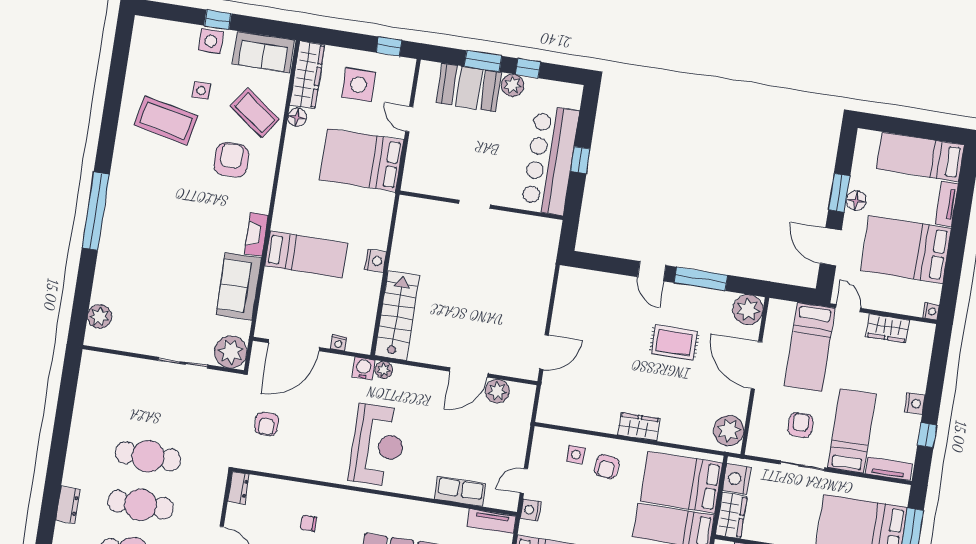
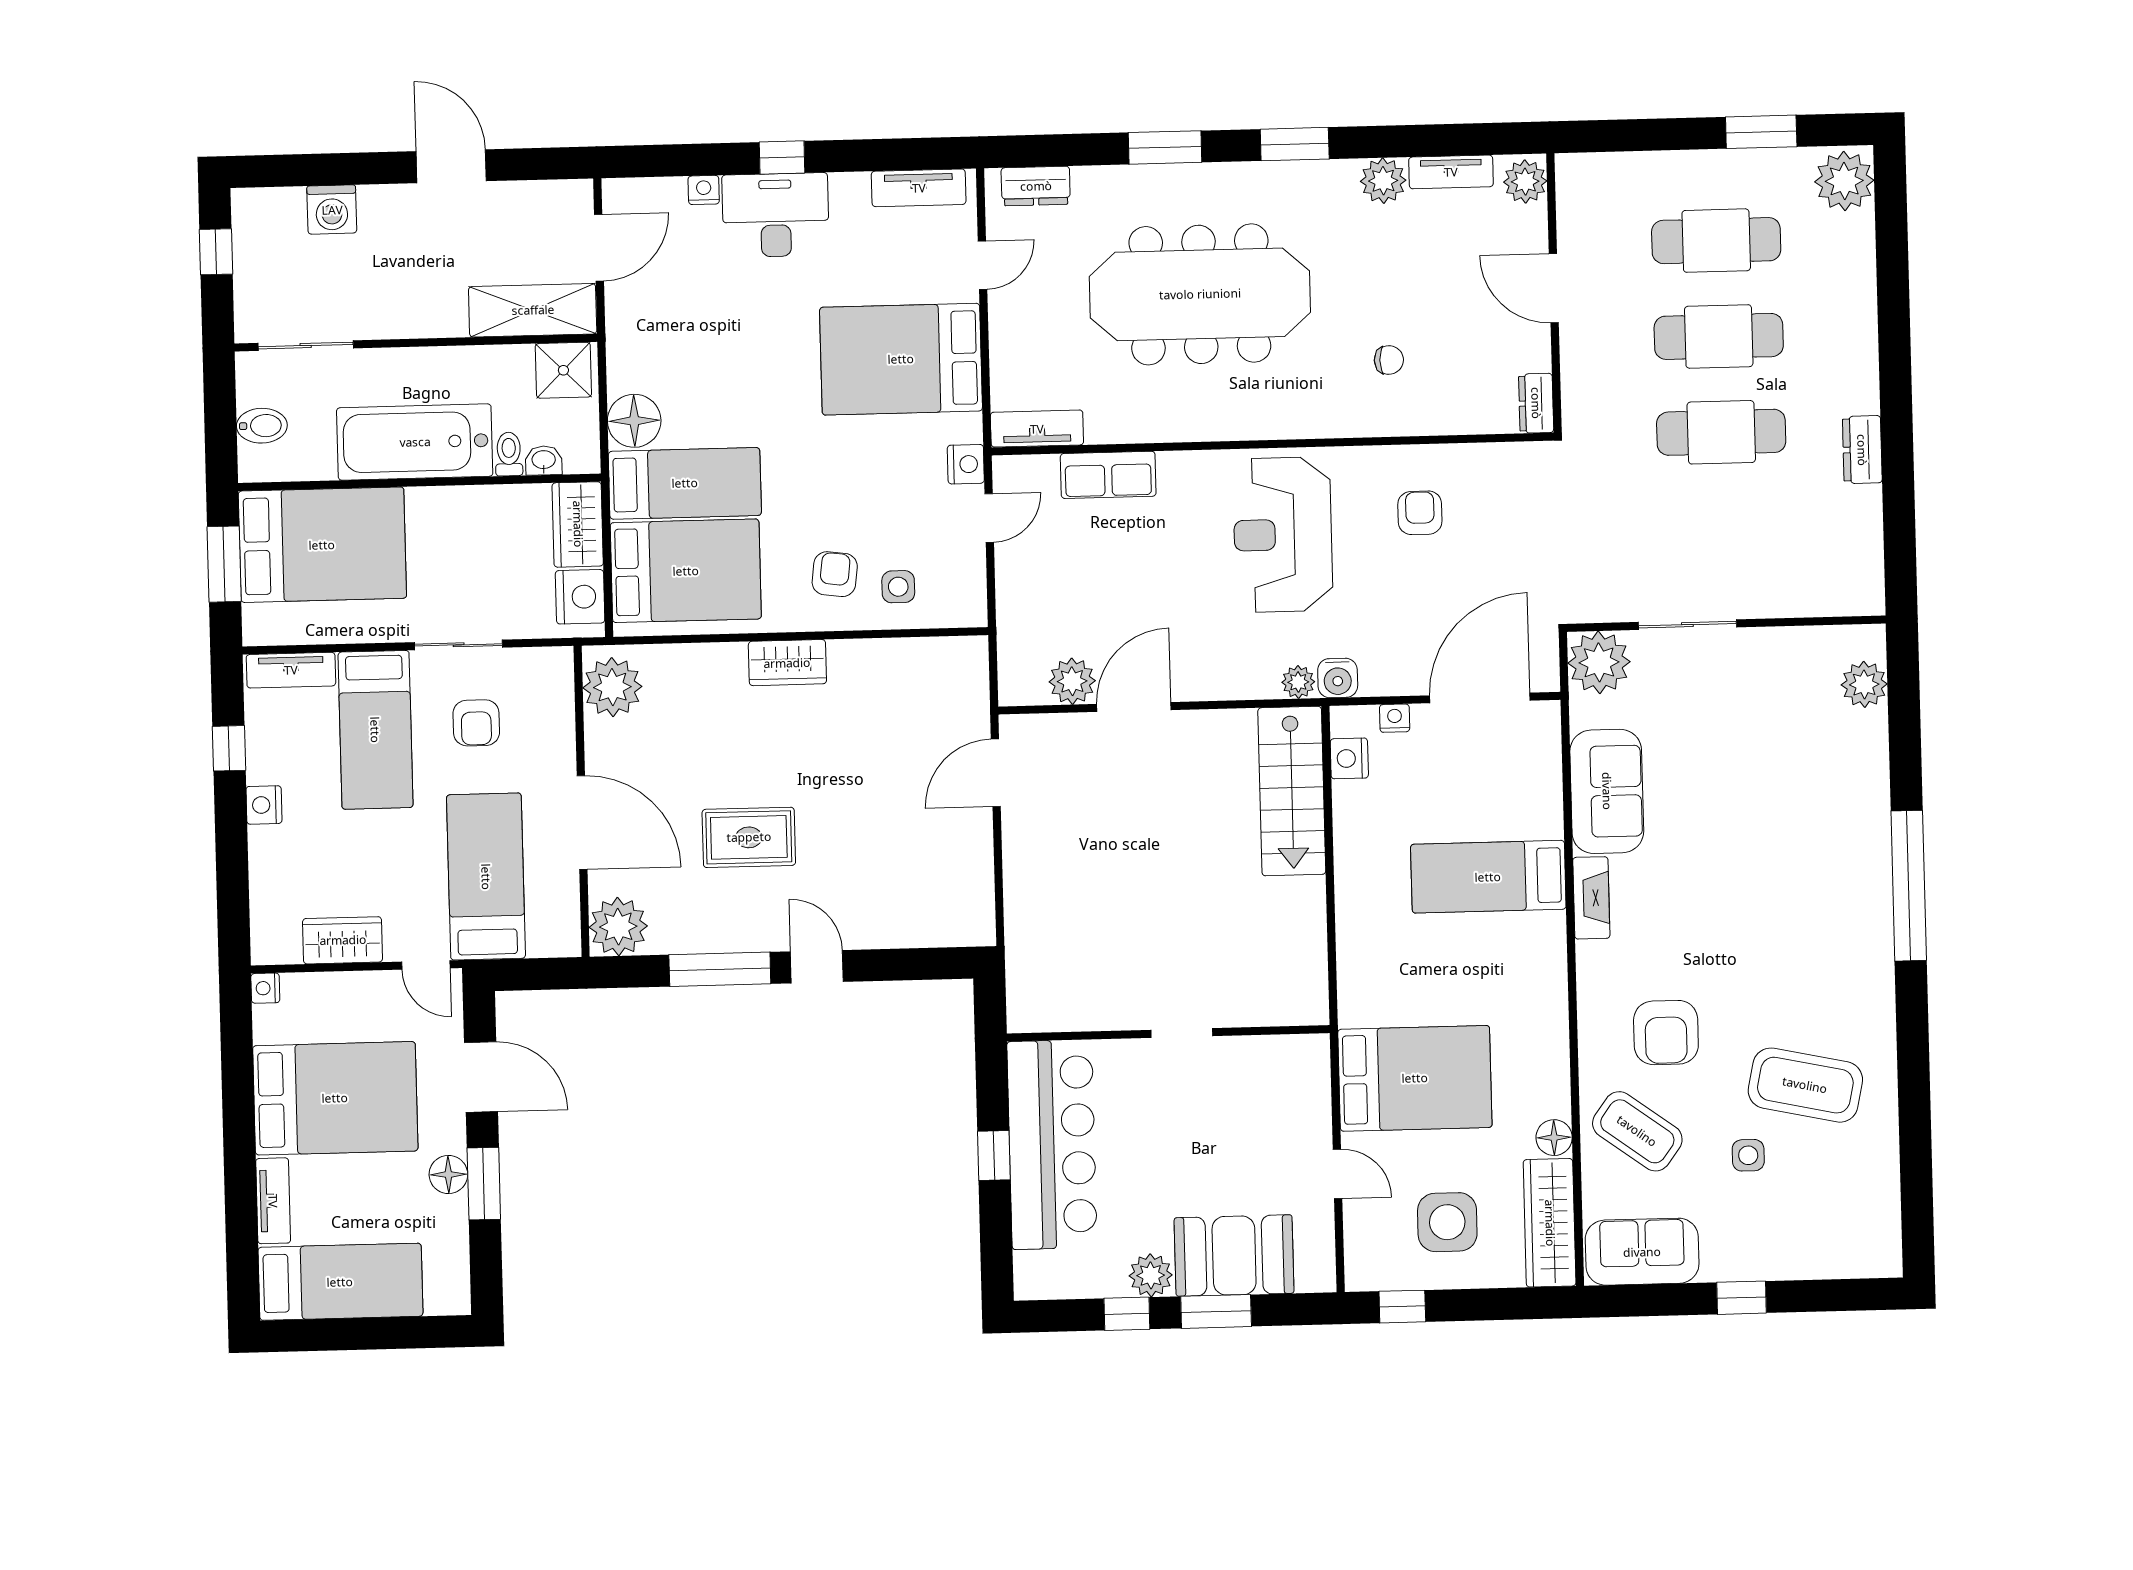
side table: (211, 41) -> (1747, 1254), removed
nightstand: (375, 261) -> (1349, 758), moved
armchair: (267, 424) -> (1420, 513), moved
dresser: (68, 505) -> (1862, 450), moved

